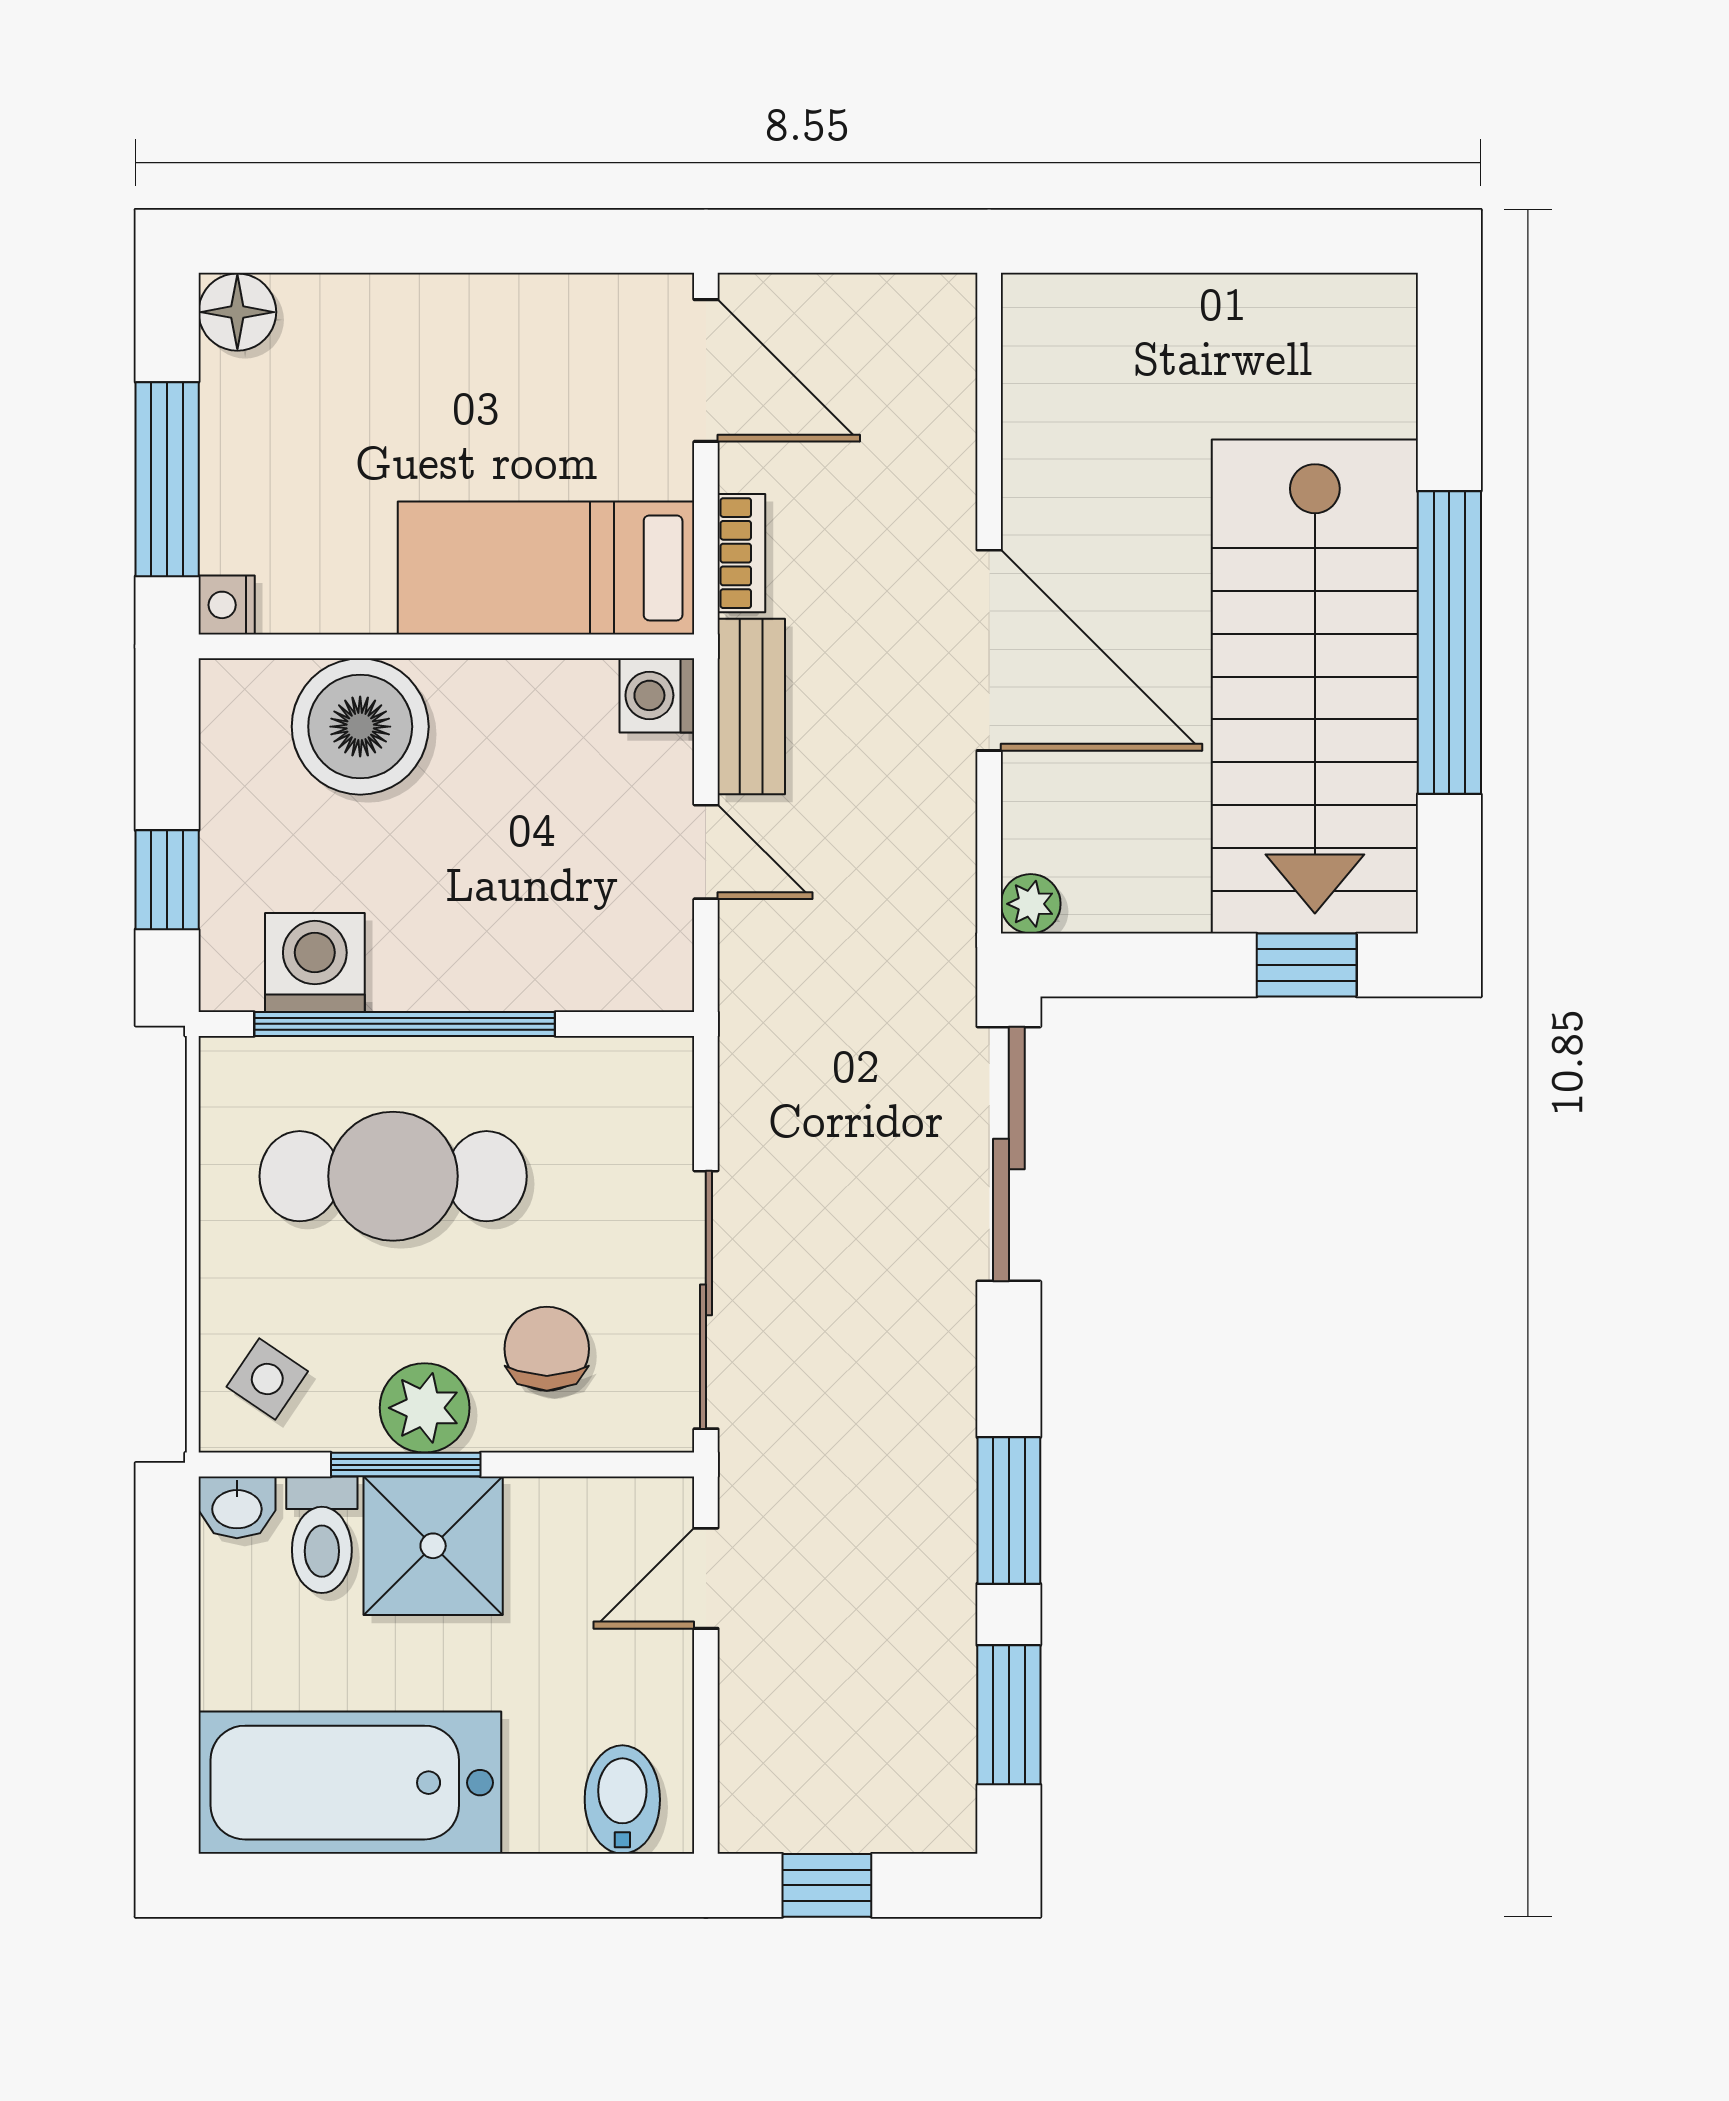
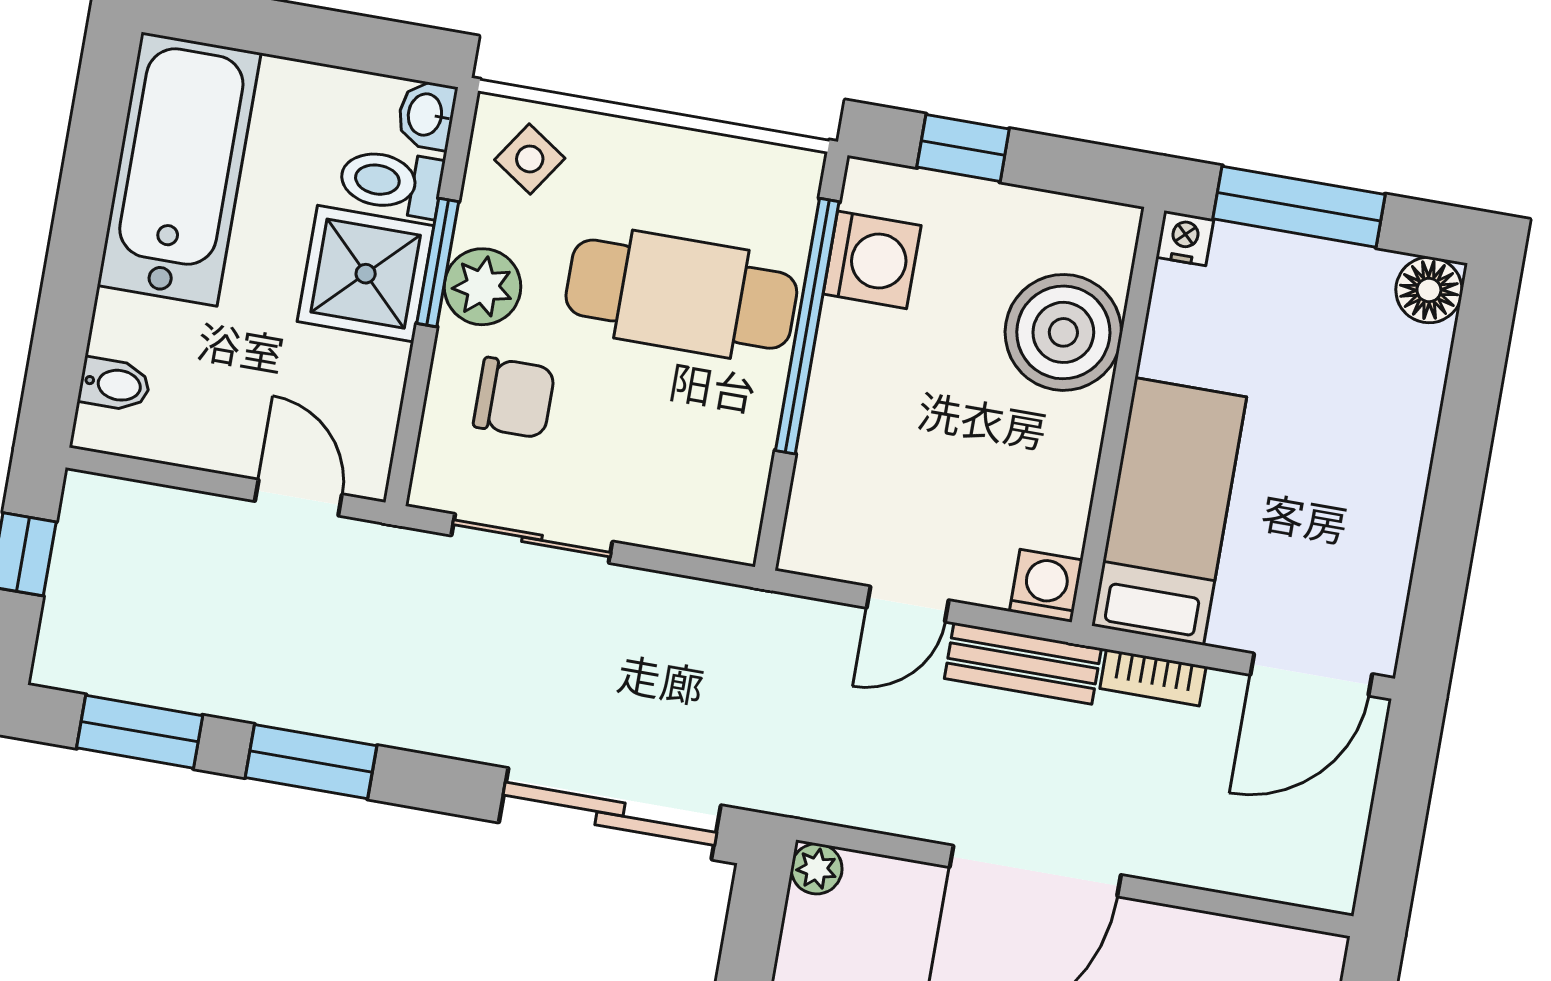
cafe table: (393, 1176) -> (681, 294), turned 90
sliding door: (706, 1300) -> (532, 538), width x0.73
bidet: (622, 1800) -> (115, 384), width x0.72, depth x0.74

